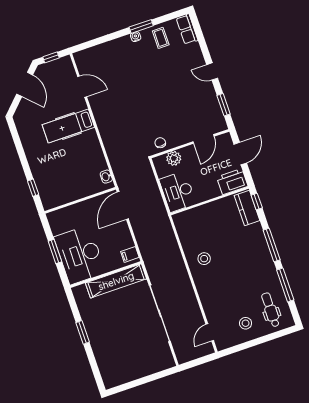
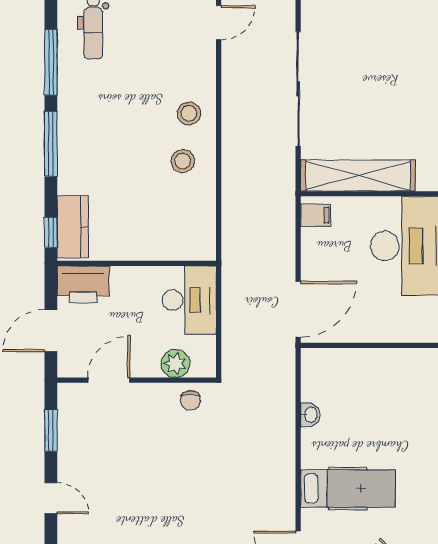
washbasin: (106, 177) -> (310, 415), moved
stool: (246, 323) -> (189, 113), moved

